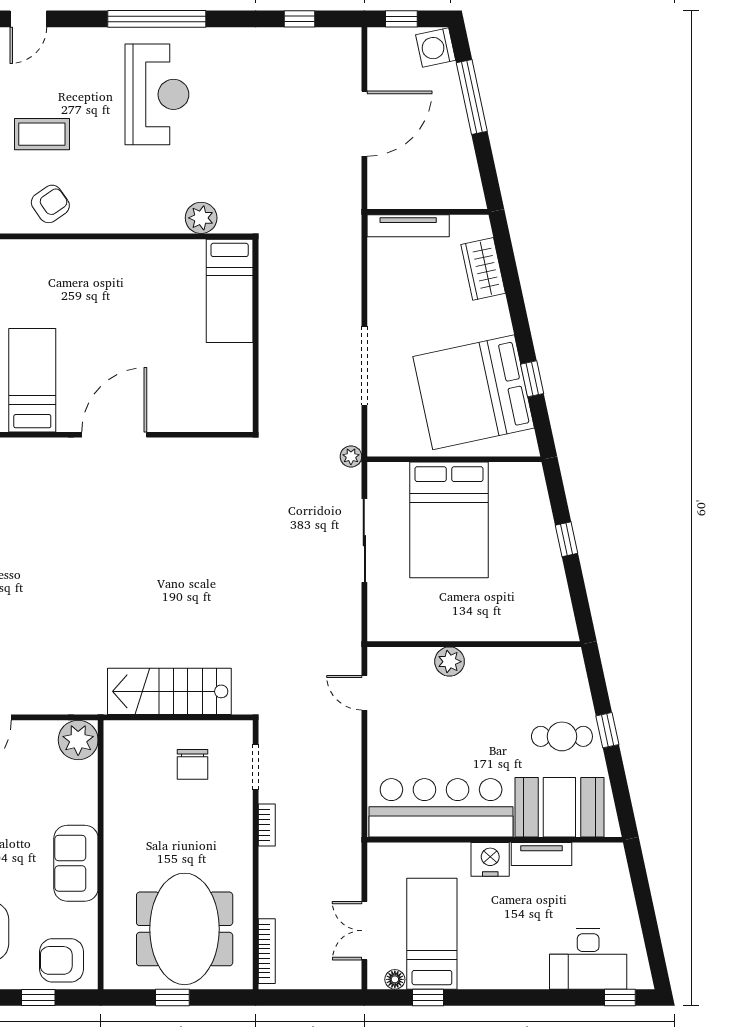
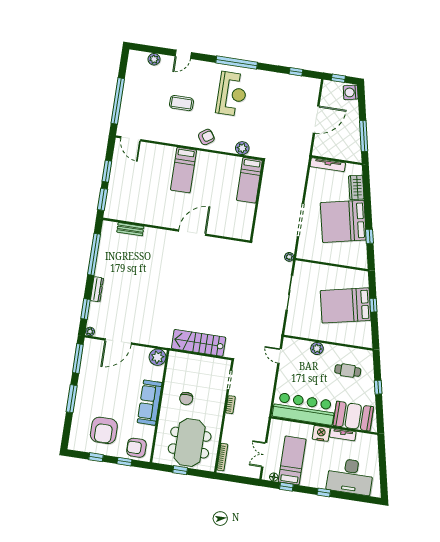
window: (472, 97) -> (364, 136), moved
armchair: (50, 204) -> (206, 137), moved
bed: (32, 380) -> (183, 170), moved, turned 180
bed: (474, 392) -> (343, 221), moved
bed: (449, 520) -> (346, 305), moved, turned 78
cafe table: (562, 736) -> (348, 371), moved
chair: (192, 764) -> (186, 399), moved
sofa: (76, 863) -> (150, 403), width x1.36
desk: (588, 959) -> (350, 476), width x1.36, depth x1.30
window: (620, 997) -> (324, 492), moved

